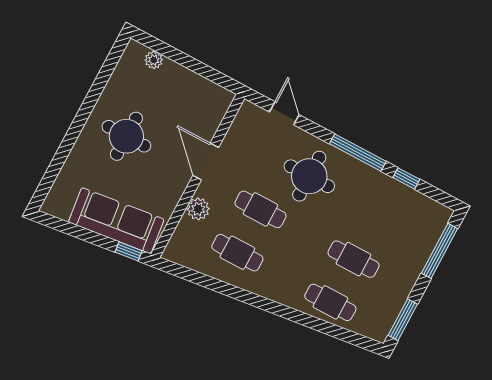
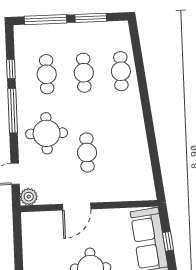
plant: (198, 209) -> (29, 197), moved
window: (129, 251) -> (168, 241), moved
cafe table: (237, 253) -> (47, 74), moved
window: (403, 320) -> (91, 18), moved

